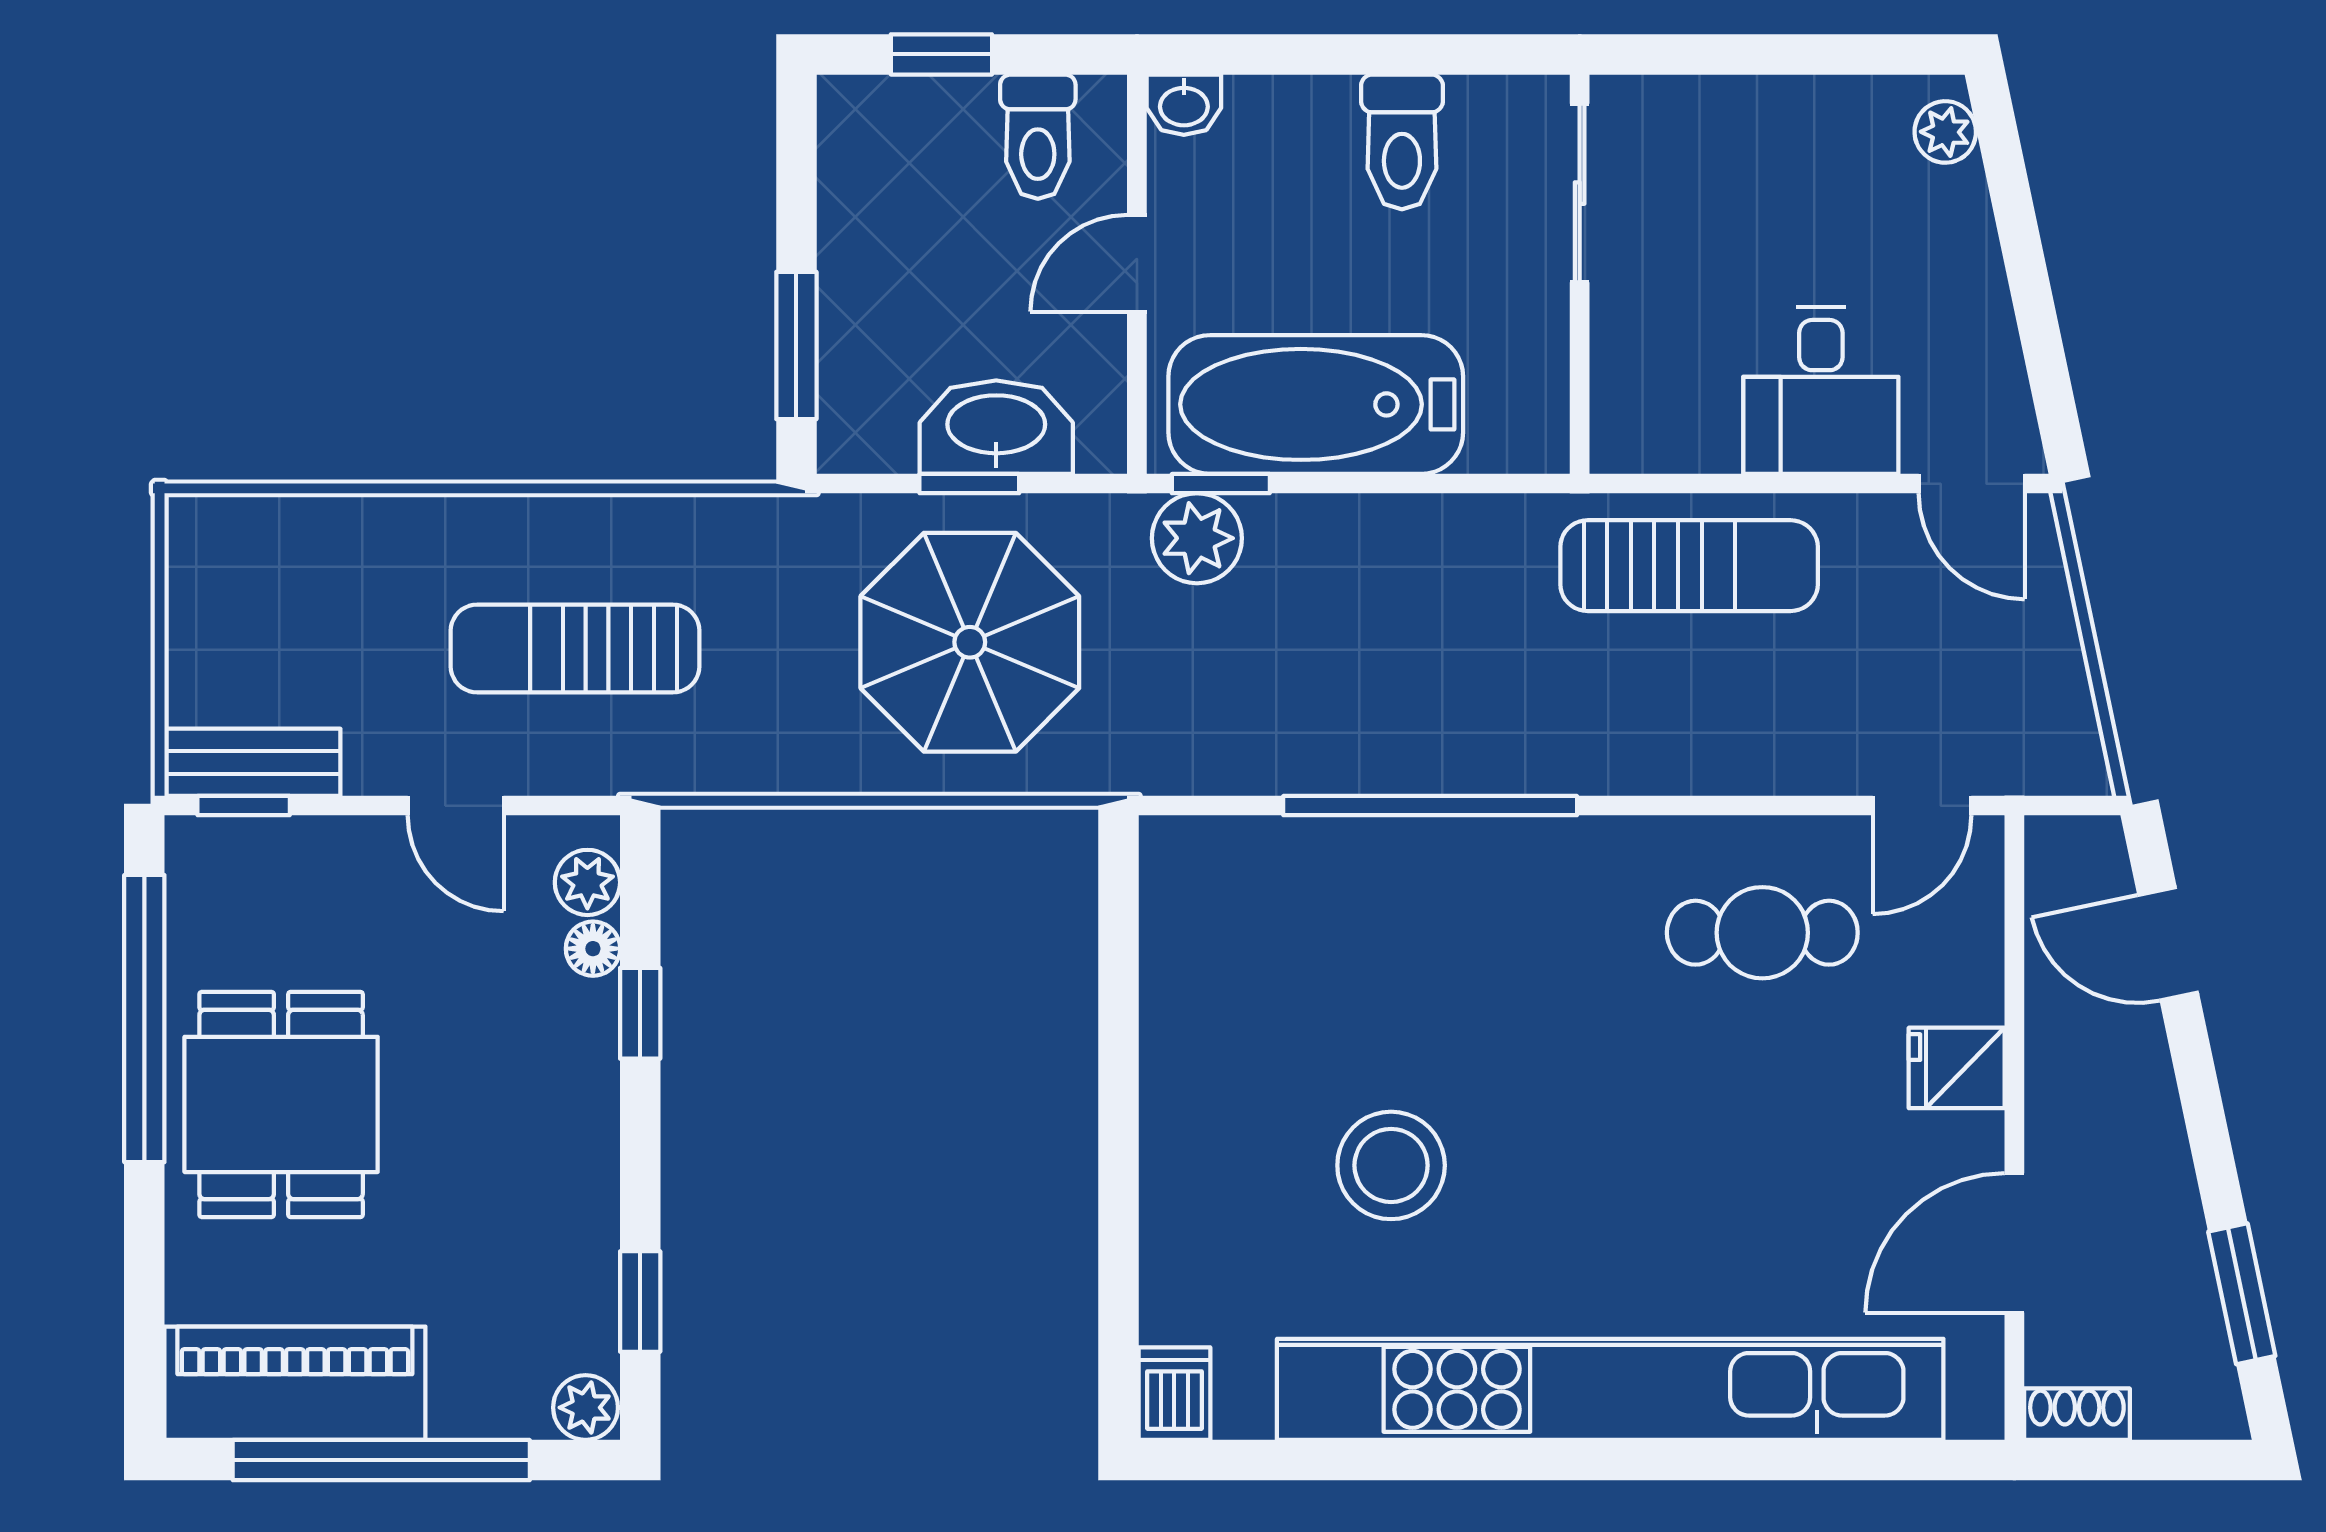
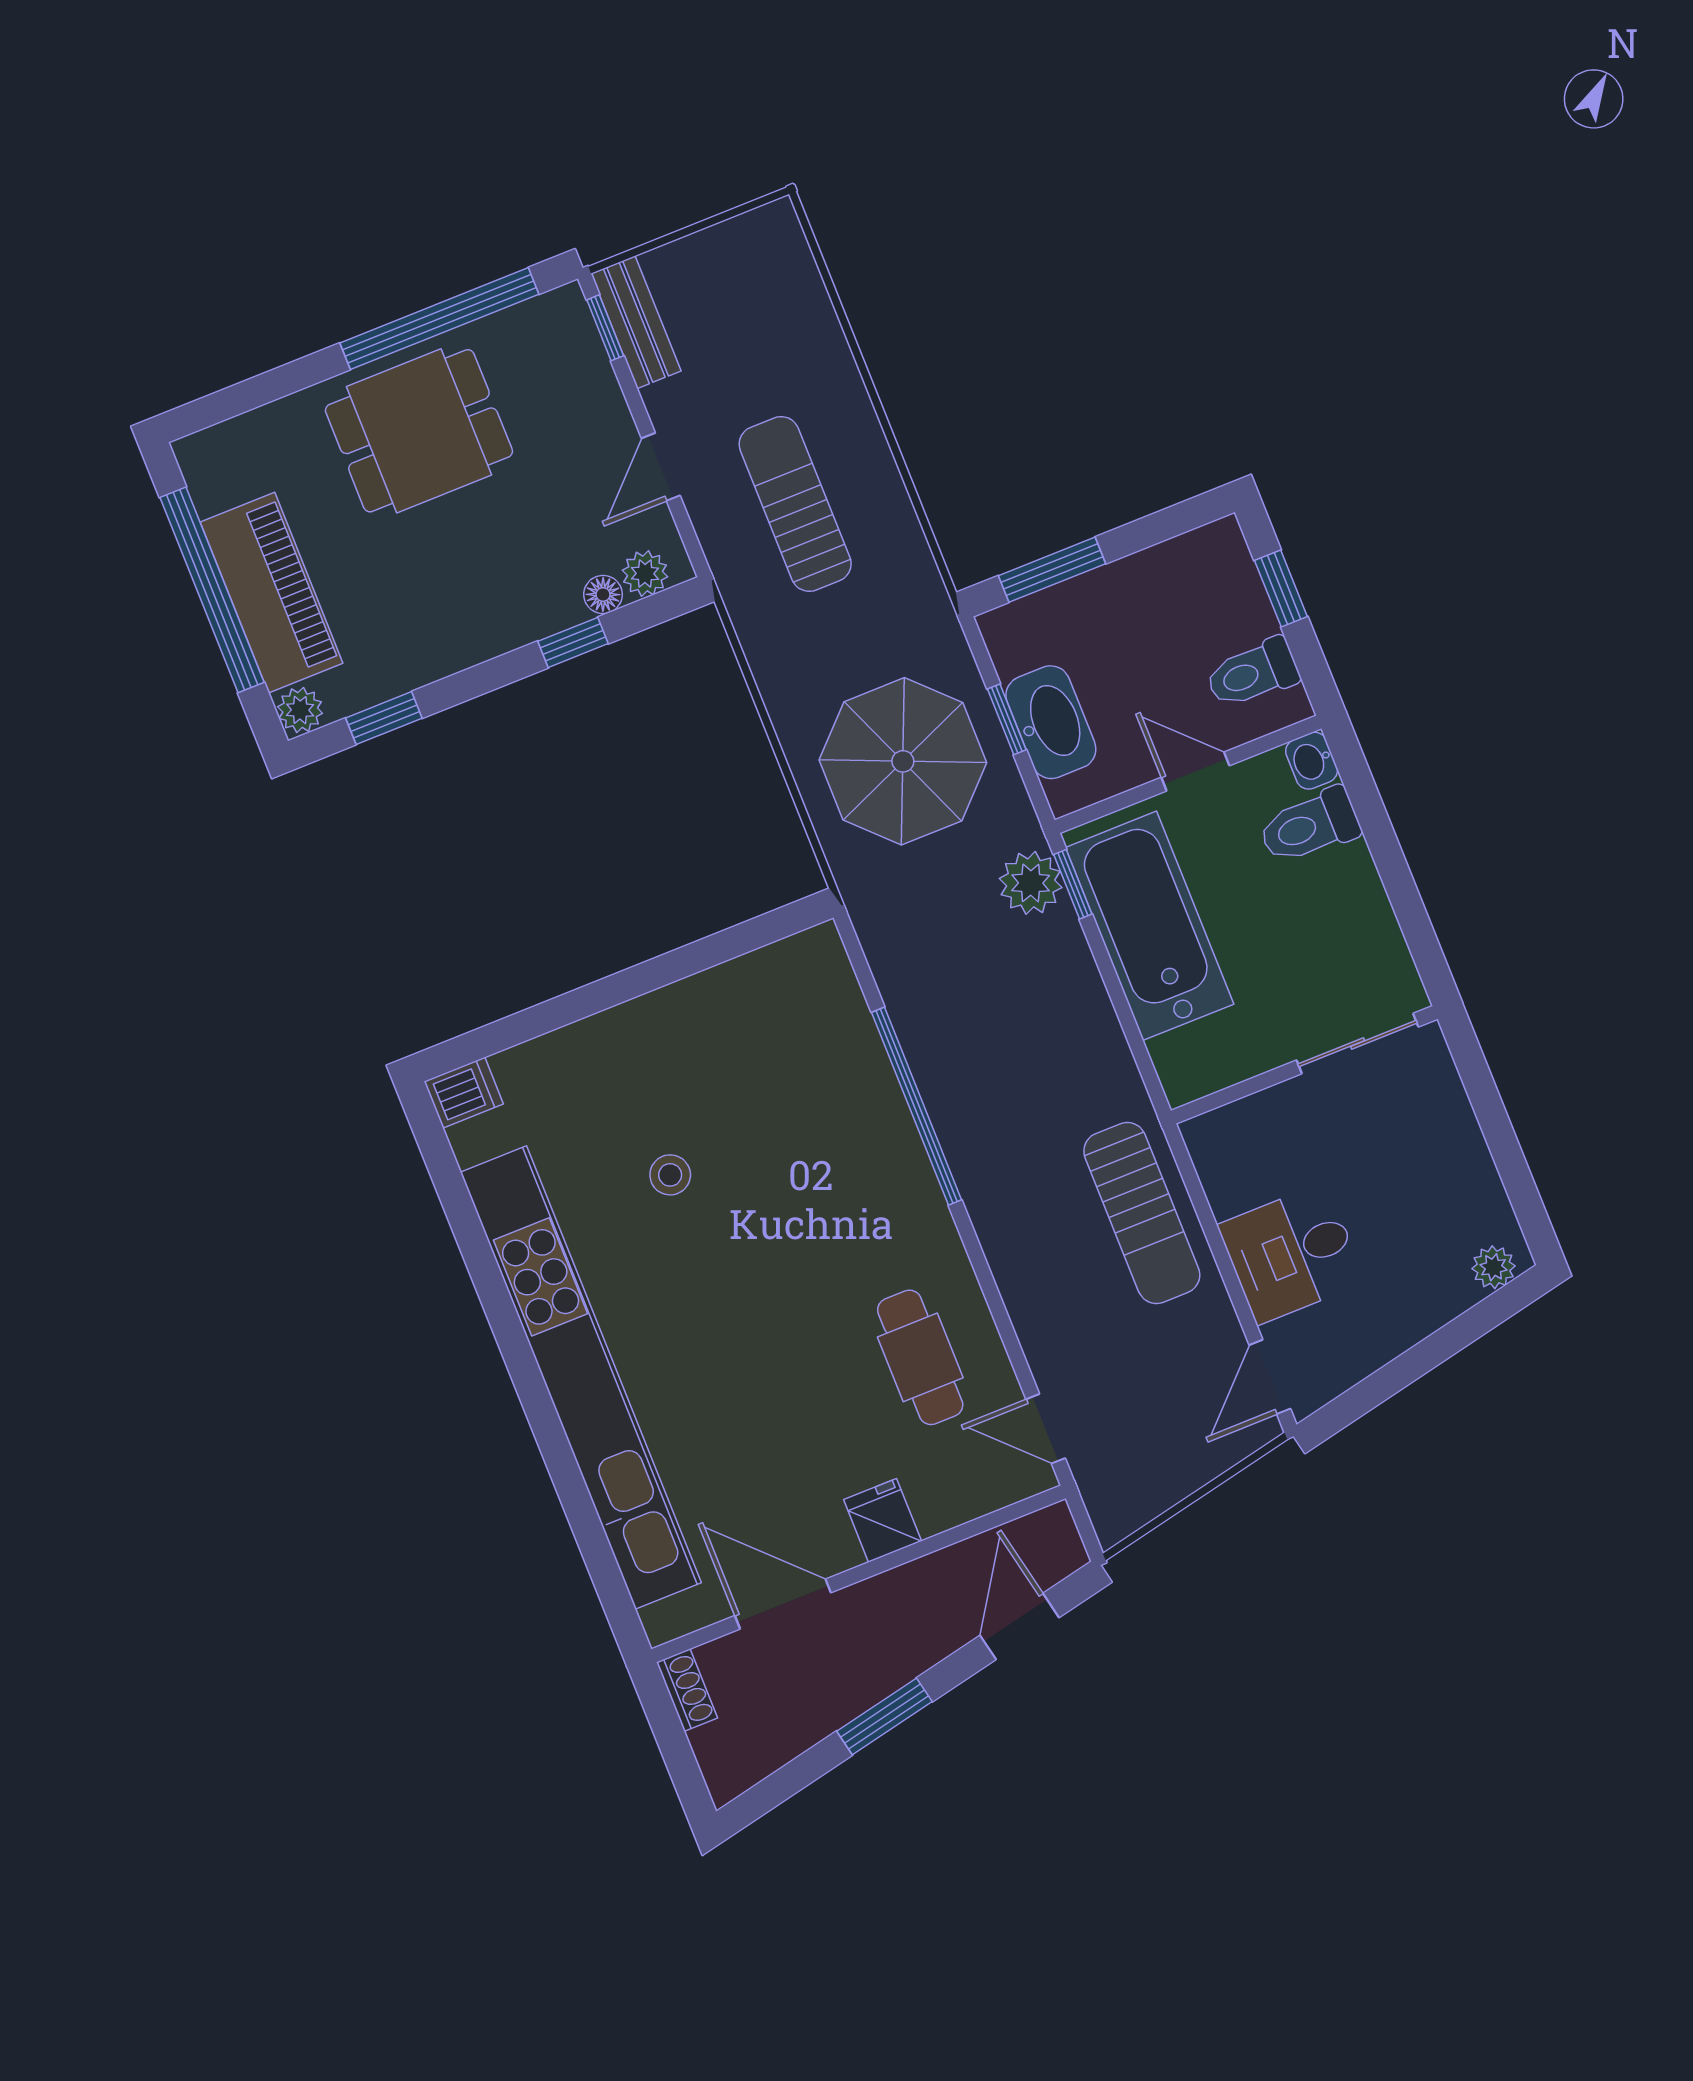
toilet: (1402, 142) -> (1309, 826), moved
stool: (1391, 1165) -> (670, 1175), width x0.53, depth x0.53
window: (2242, 1294) -> (884, 1716), moved
piano: (295, 1383) -> (272, 593), moved

